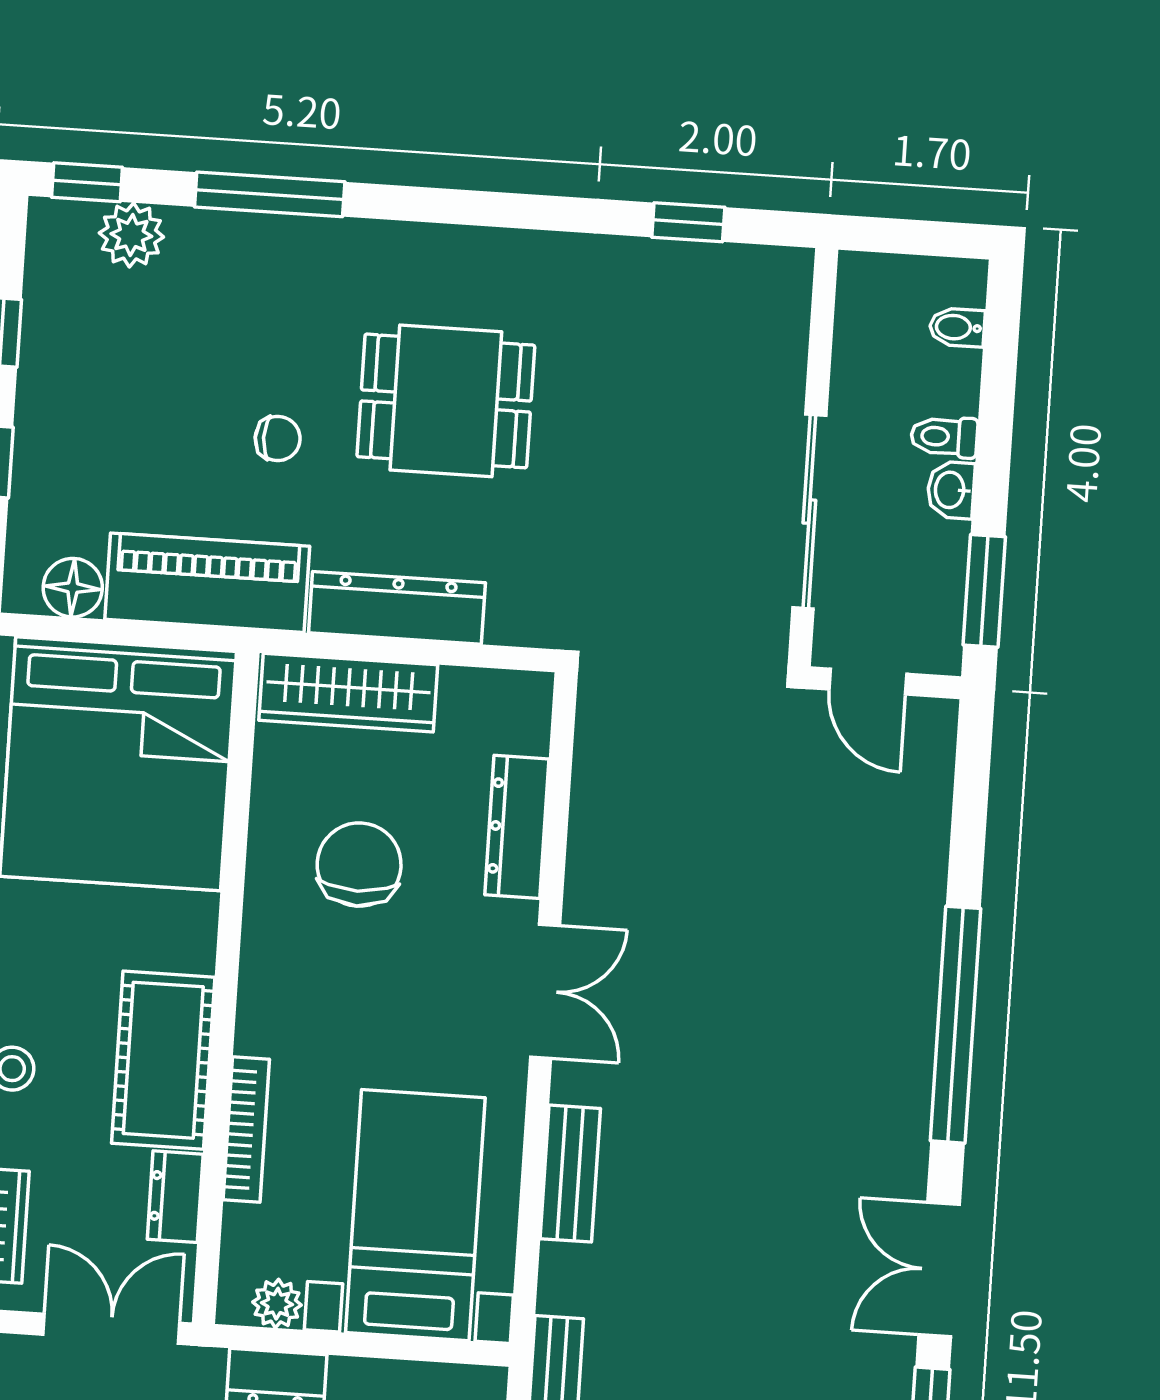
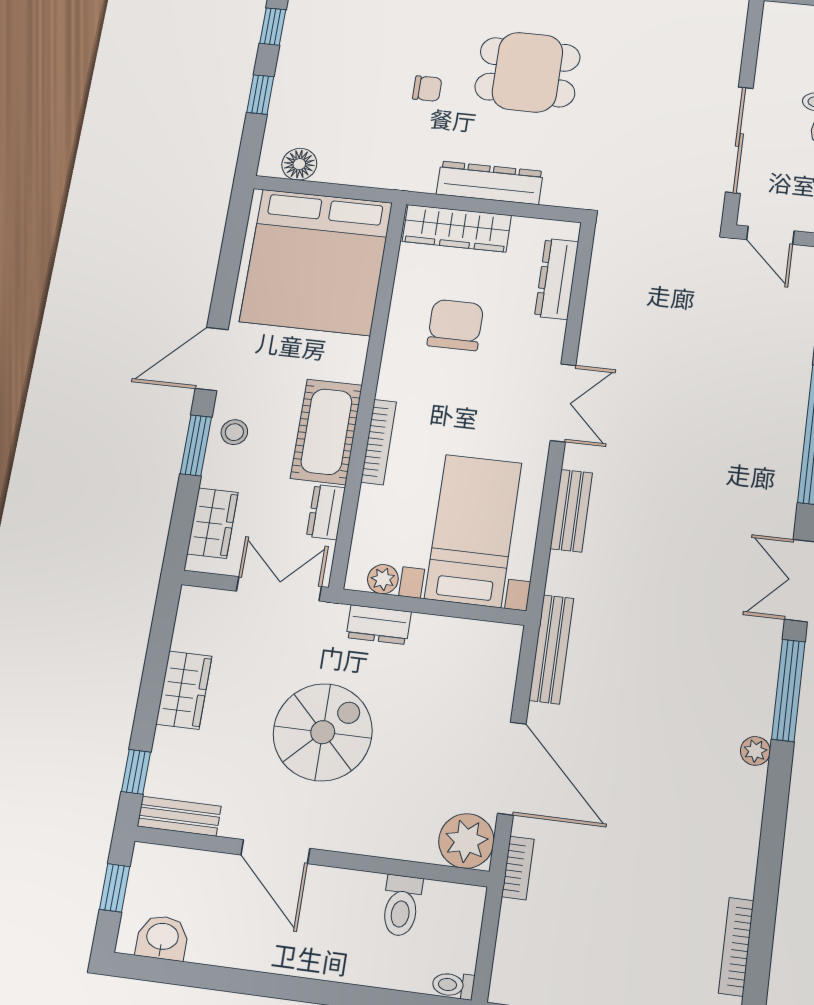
piano: (207, 583) -> (379, 165), removed
dresser: (517, 827) -> (557, 279), moved
bookcase: (246, 1130) -> (379, 442), moved

